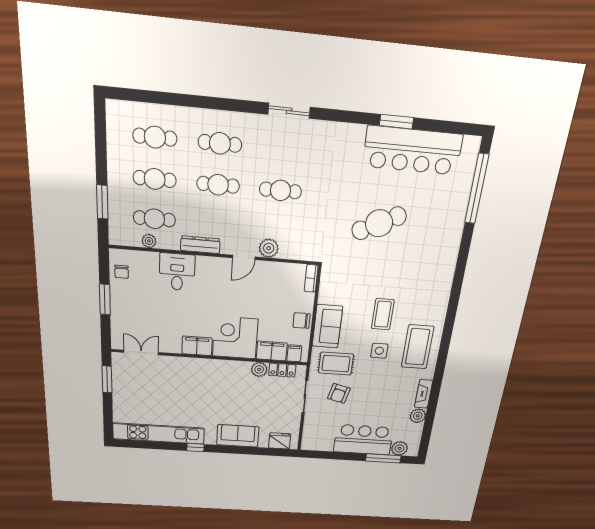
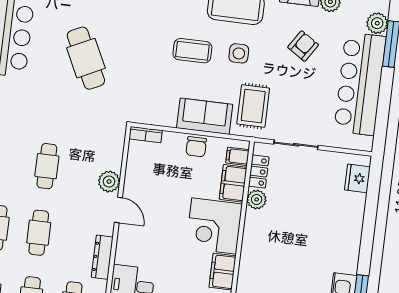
armchair: (339, 393) -> (303, 46), moved, turned -71
sofa: (238, 436) -> (347, 231), removed
bar counter: (363, 440) -> (360, 84), width x1.36

